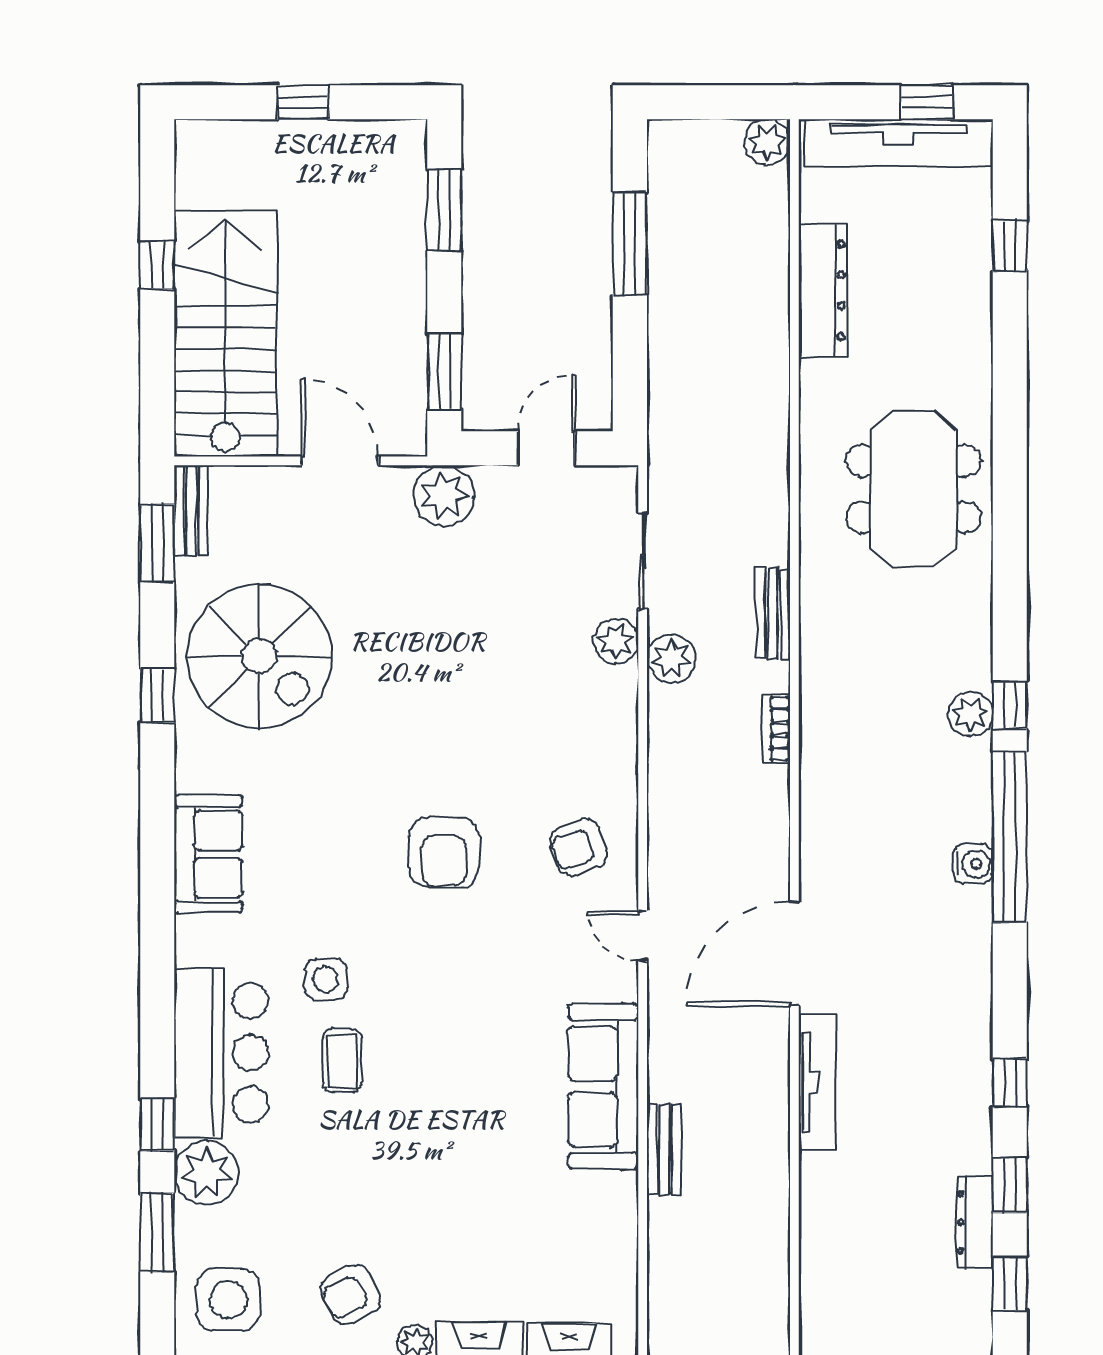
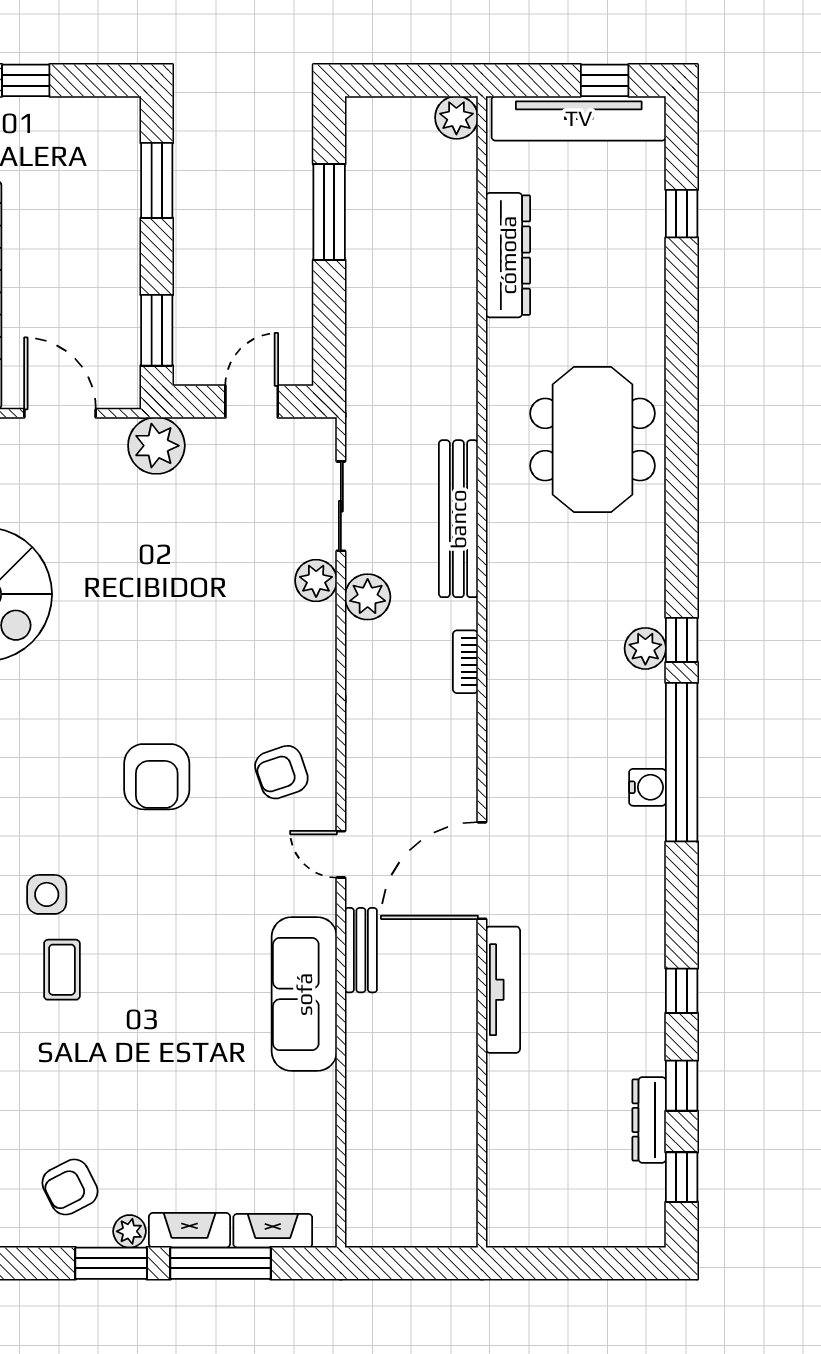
bench: (773, 614) -> (458, 519), width x1.86, depth x1.21
bench: (664, 1149) -> (361, 950), moved

